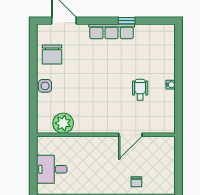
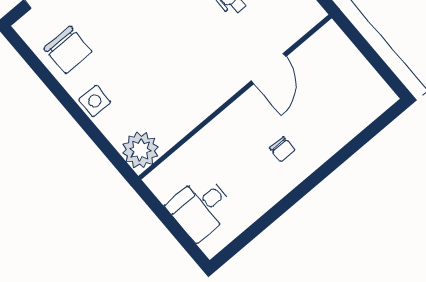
plant: (63, 123) -> (140, 150), moved
chair: (136, 182) -> (282, 149), moved

